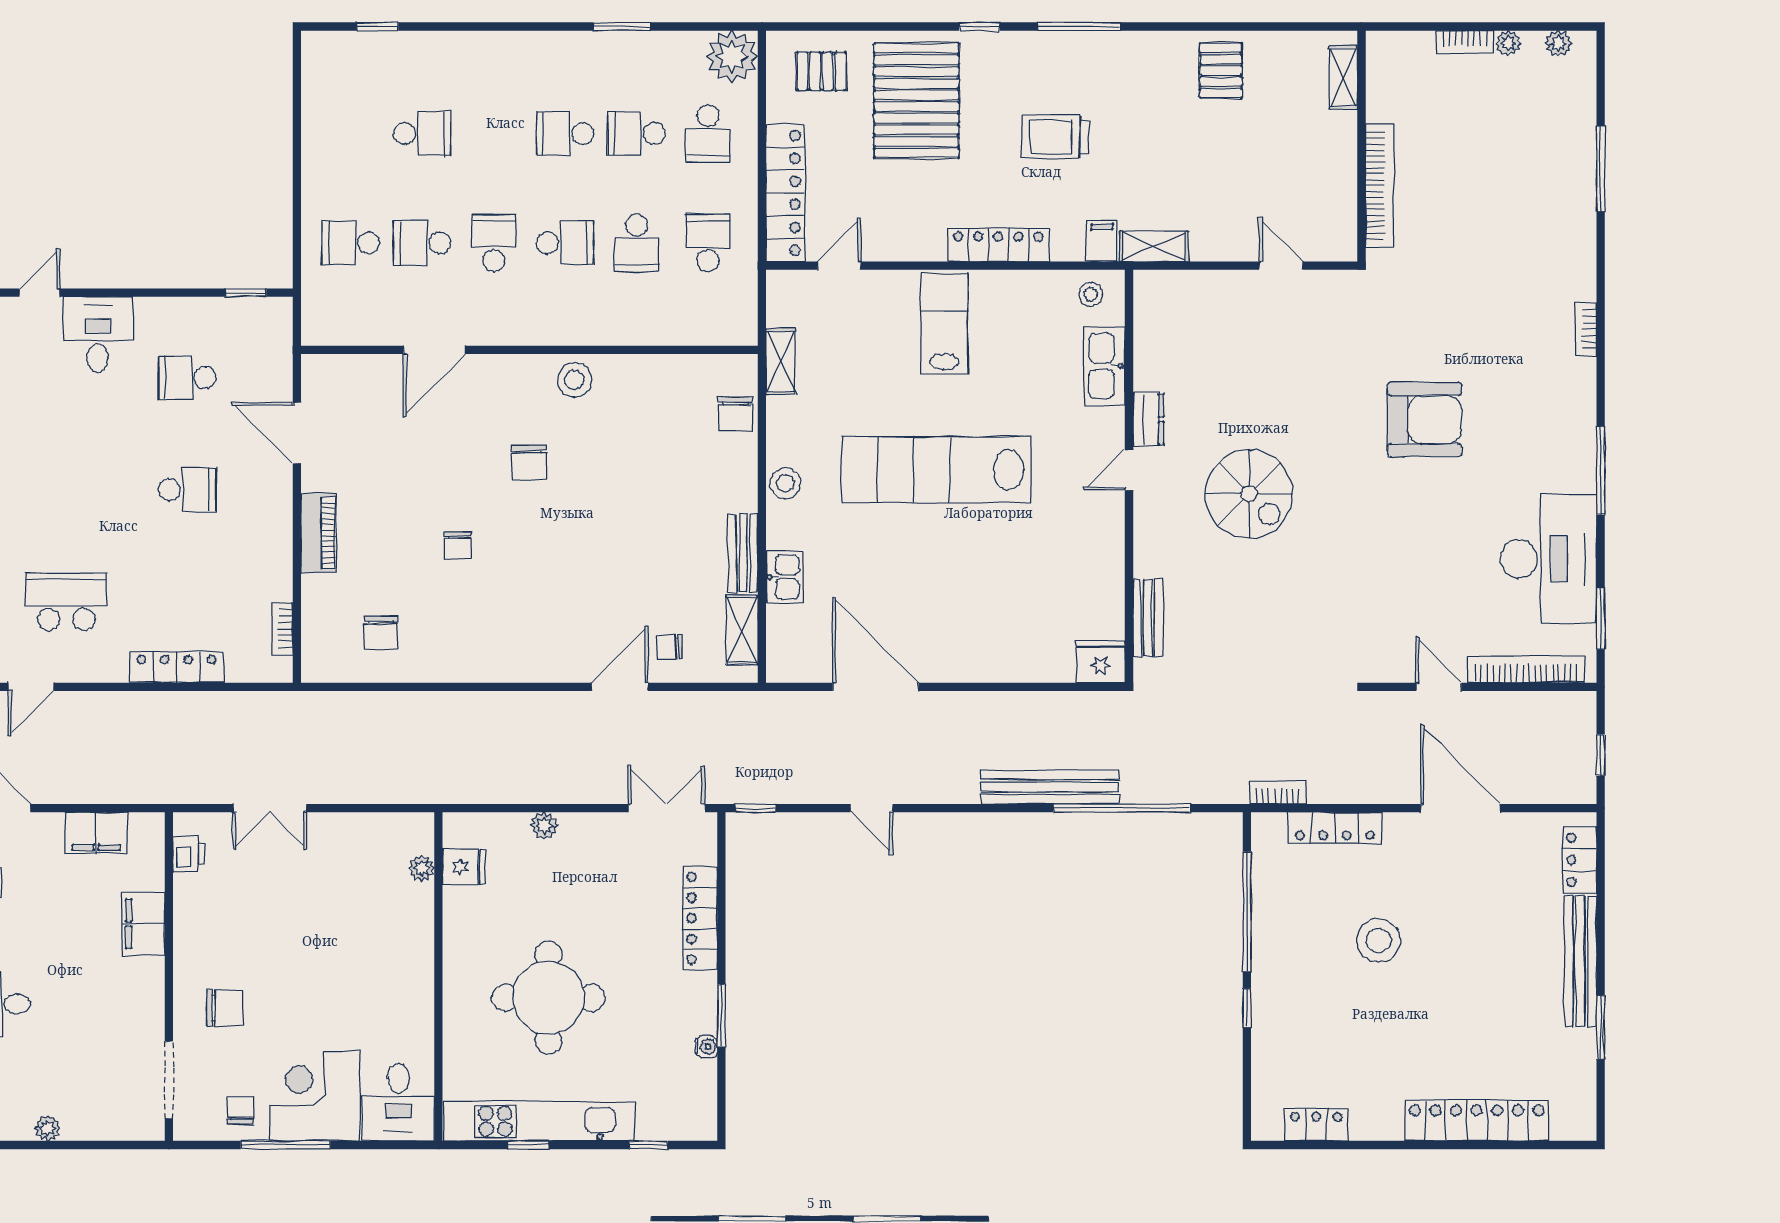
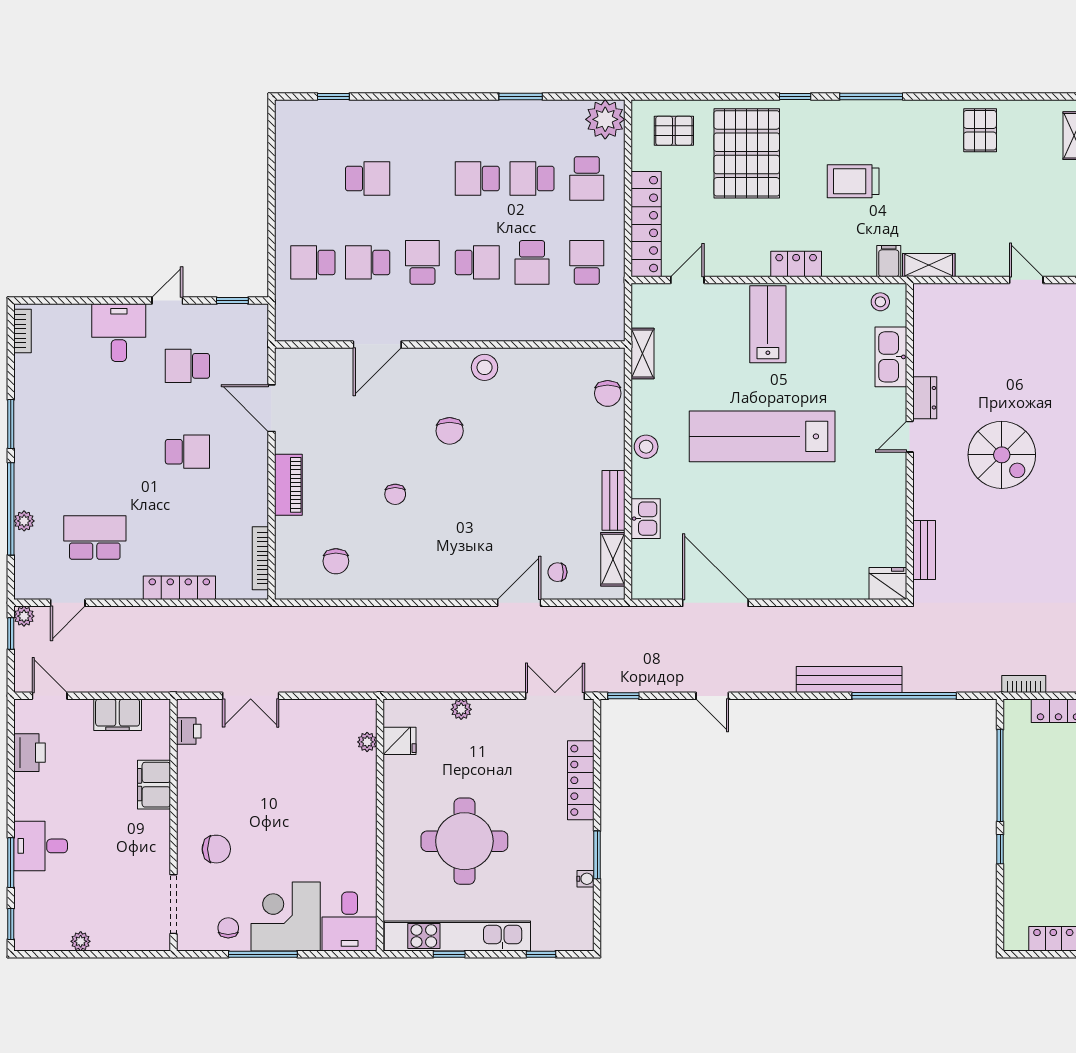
locker: (998, 245) -> (796, 264), width x0.66
door: (40, 293) -> (167, 301), moved
bookcase: (282, 629) -> (260, 558), width x1.56

